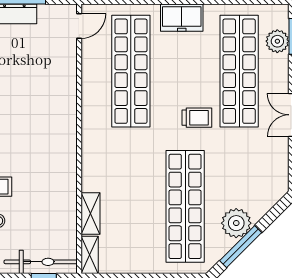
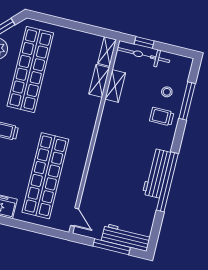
door: (79, 26) -> (75, 217), swing flipped
shelving: (68, 212) -> (115, 86), added

